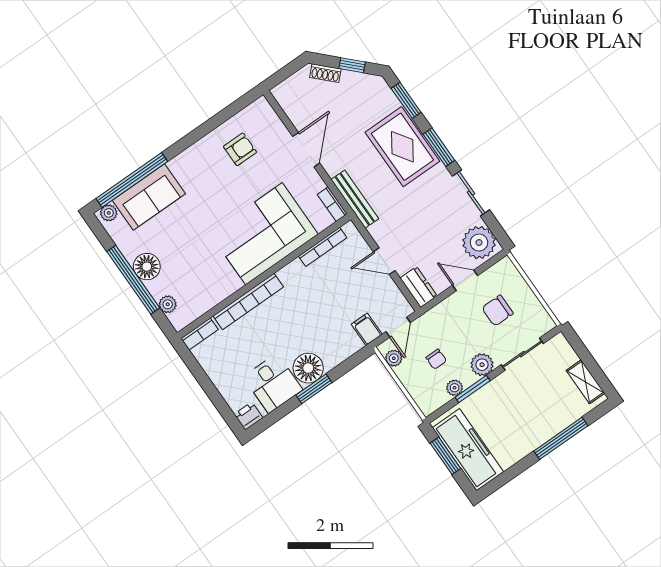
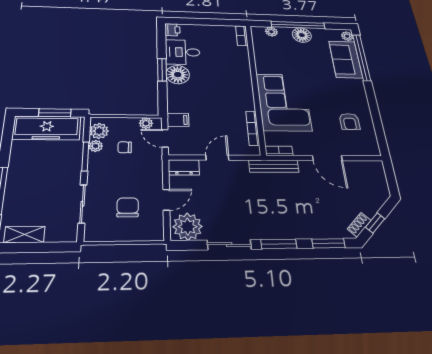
shoe rack: (325, 73) -> (359, 225), moved
rug: (402, 147) -> (294, 219), removed
bookcase: (248, 301) -> (245, 69), removed
plant: (482, 365) -> (99, 131), moved

